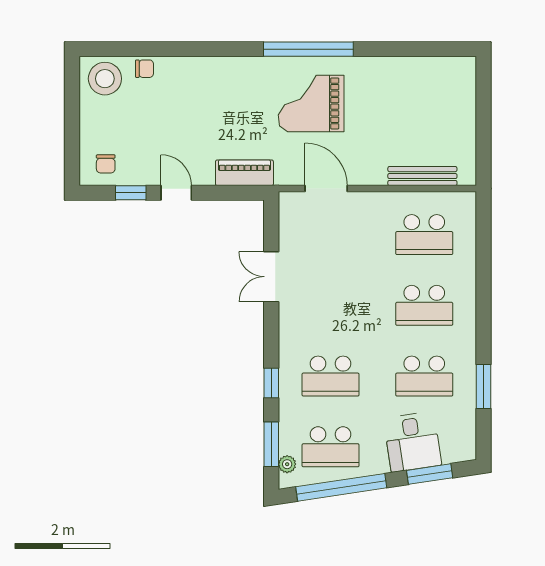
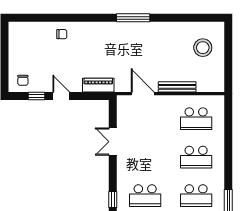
window: (308, 49) -> (133, 18), width x0.68
chair: (145, 69) -> (62, 34), moved
stool: (105, 79) -> (203, 48), moved
grand piano: (311, 103) -> (135, 47), removed
bench: (422, 176) -> (177, 87), moved

